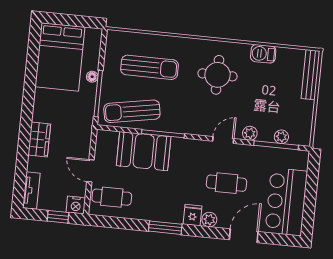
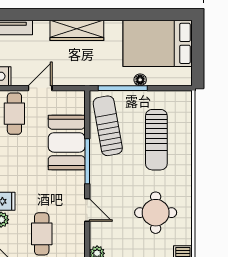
wardrobe: (39, 139) -> (77, 30), width x1.50
door: (223, 140) -> (87, 210), moved

